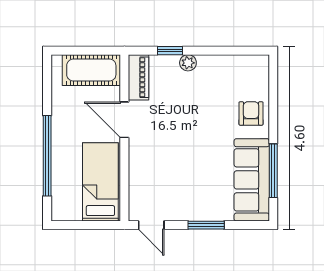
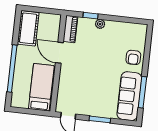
cot: (91, 70) -> (28, 28), moved, turned 90
armchair: (251, 113) -> (133, 57), turned 180

